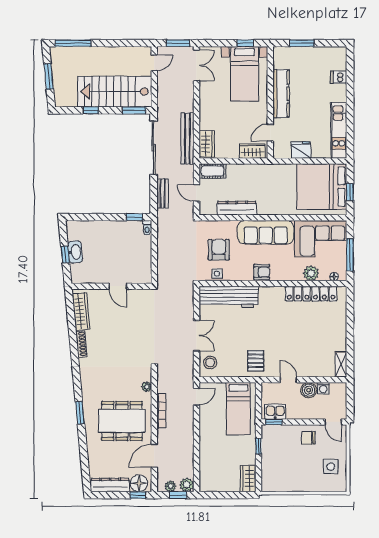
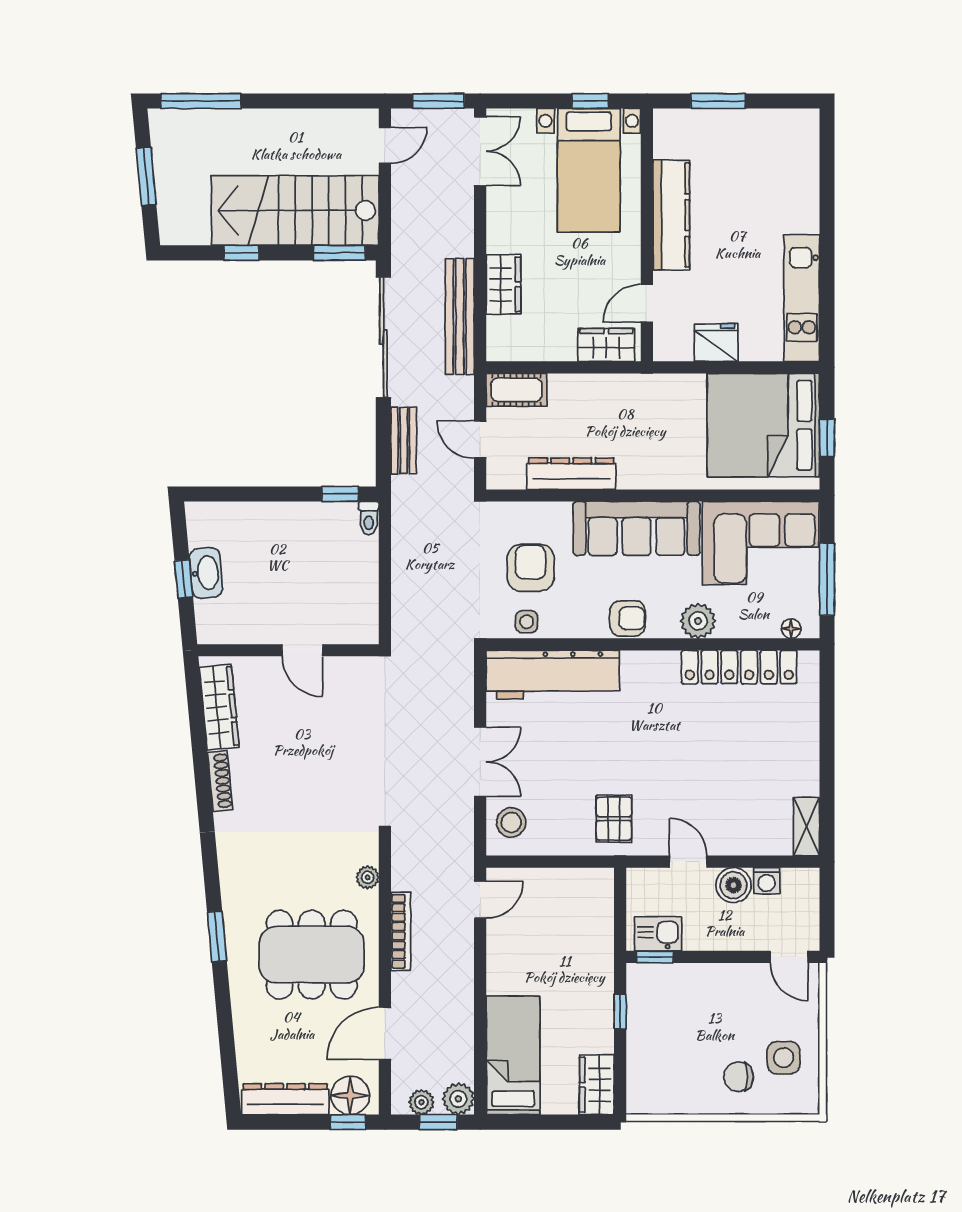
dishwasher: (339, 77) -> (801, 178), removed
wardrobe: (207, 144) -> (503, 284), moved
plant: (311, 273) -> (698, 621), moved
bed: (238, 409) -> (513, 1055), moved, turned 180
chair: (308, 438) -> (739, 1077), moved

